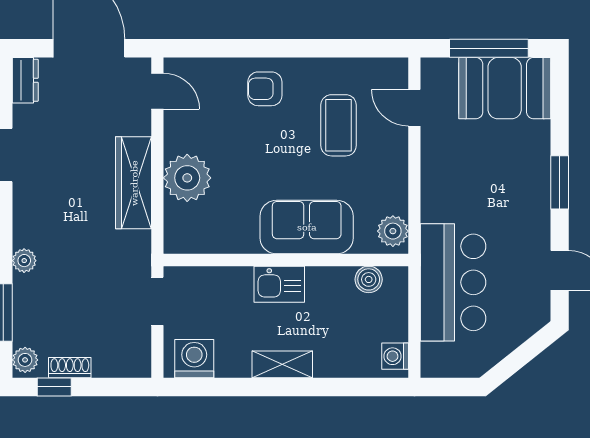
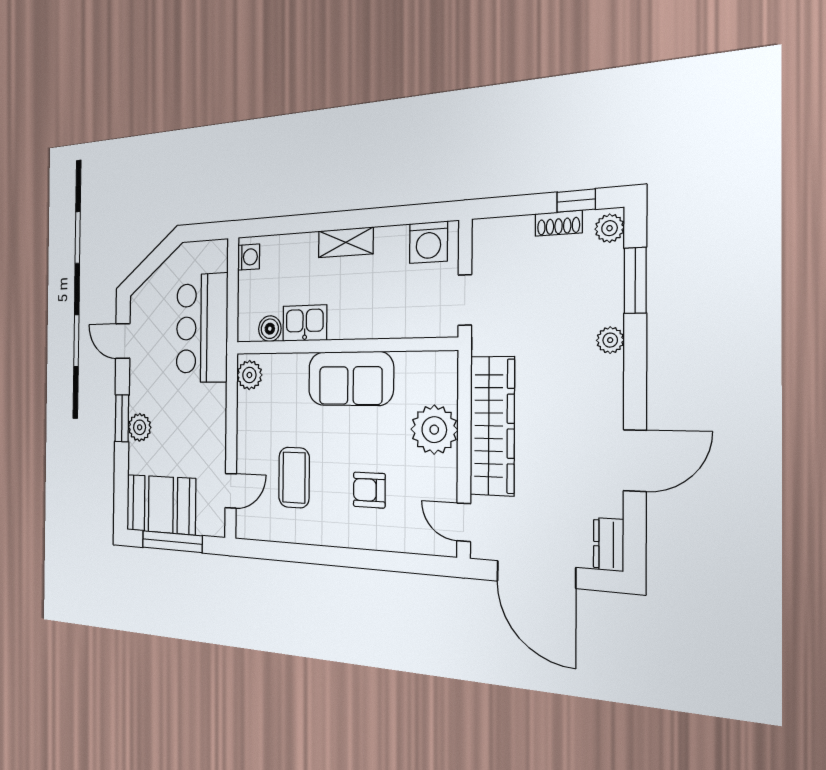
armchair: (265, 89) -> (369, 490), moved, turned 180
door: (414, 108) -> (231, 491), hinge flipped
plant: (535, 173) -> (140, 427), added
wardrobe: (134, 183) -> (492, 426), width x1.40, depth x1.17
sofa: (307, 227) -> (351, 379), moved
kitchen sink: (279, 284) -> (305, 323), moved

